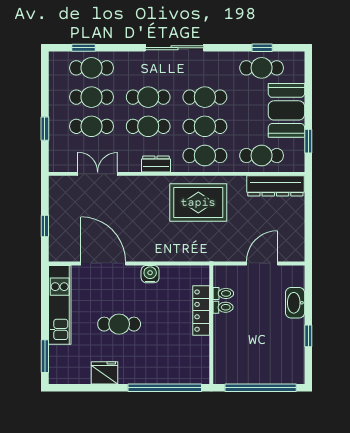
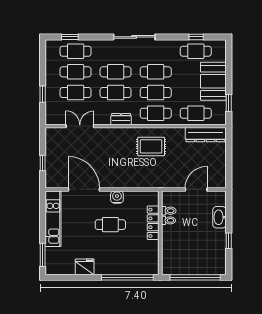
rug: (198, 203) -> (151, 146), width x0.73, depth x0.70
cafe table: (119, 324) -> (110, 225), moved

